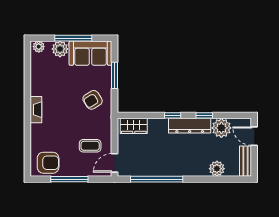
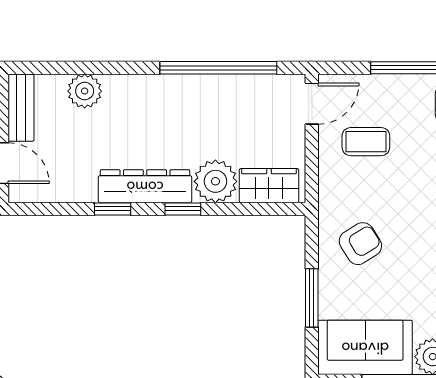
plant: (221, 128) -> (215, 181), moved

